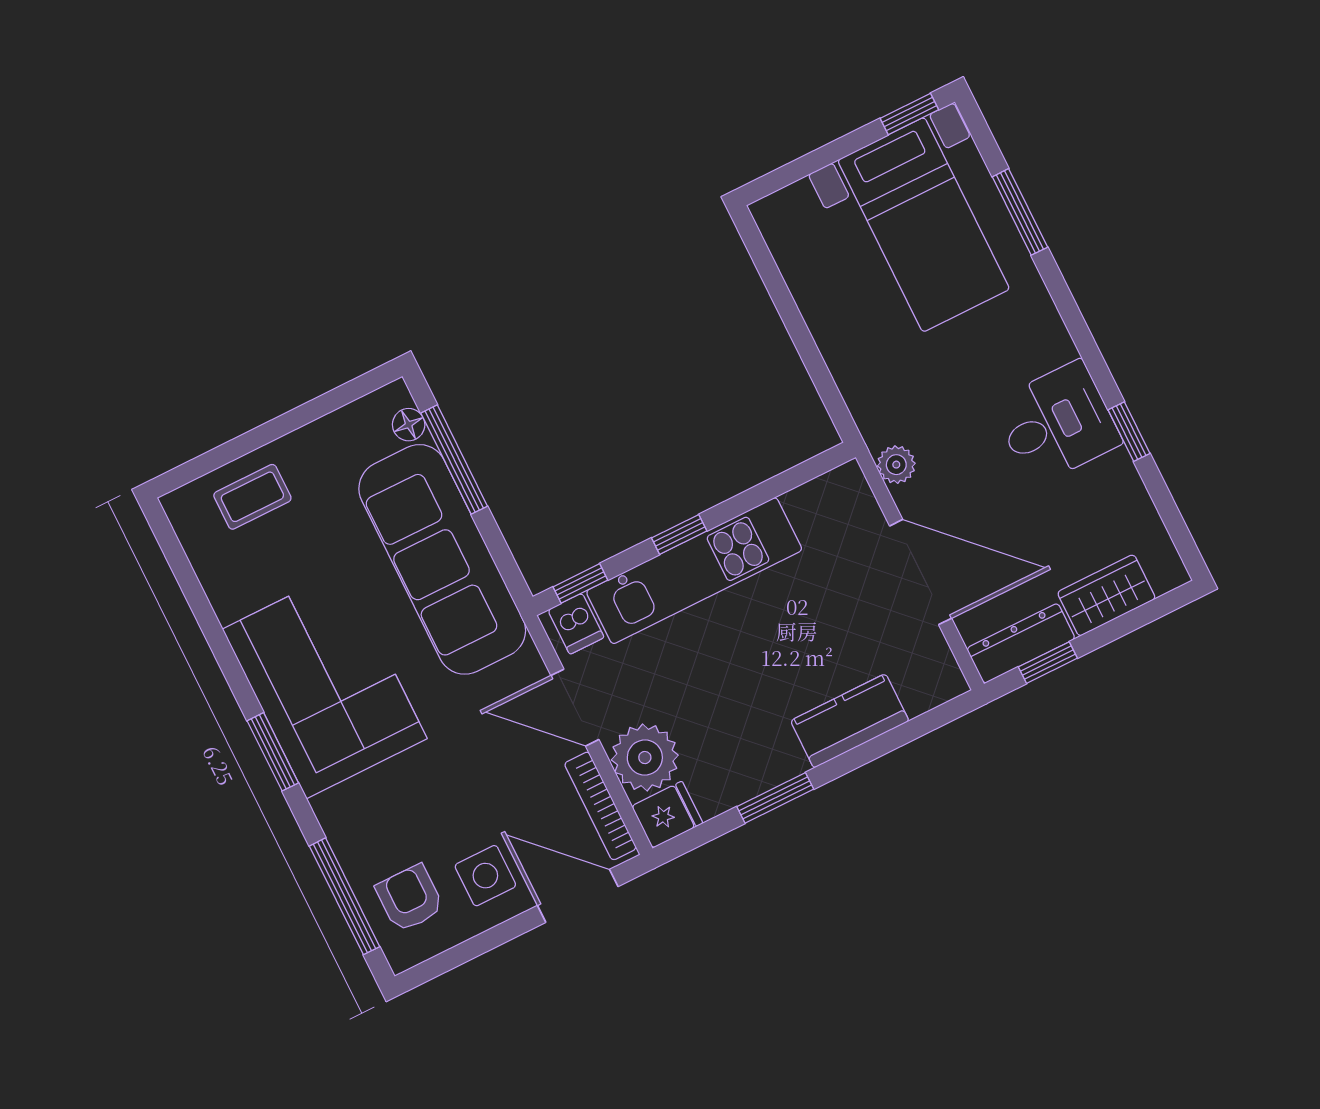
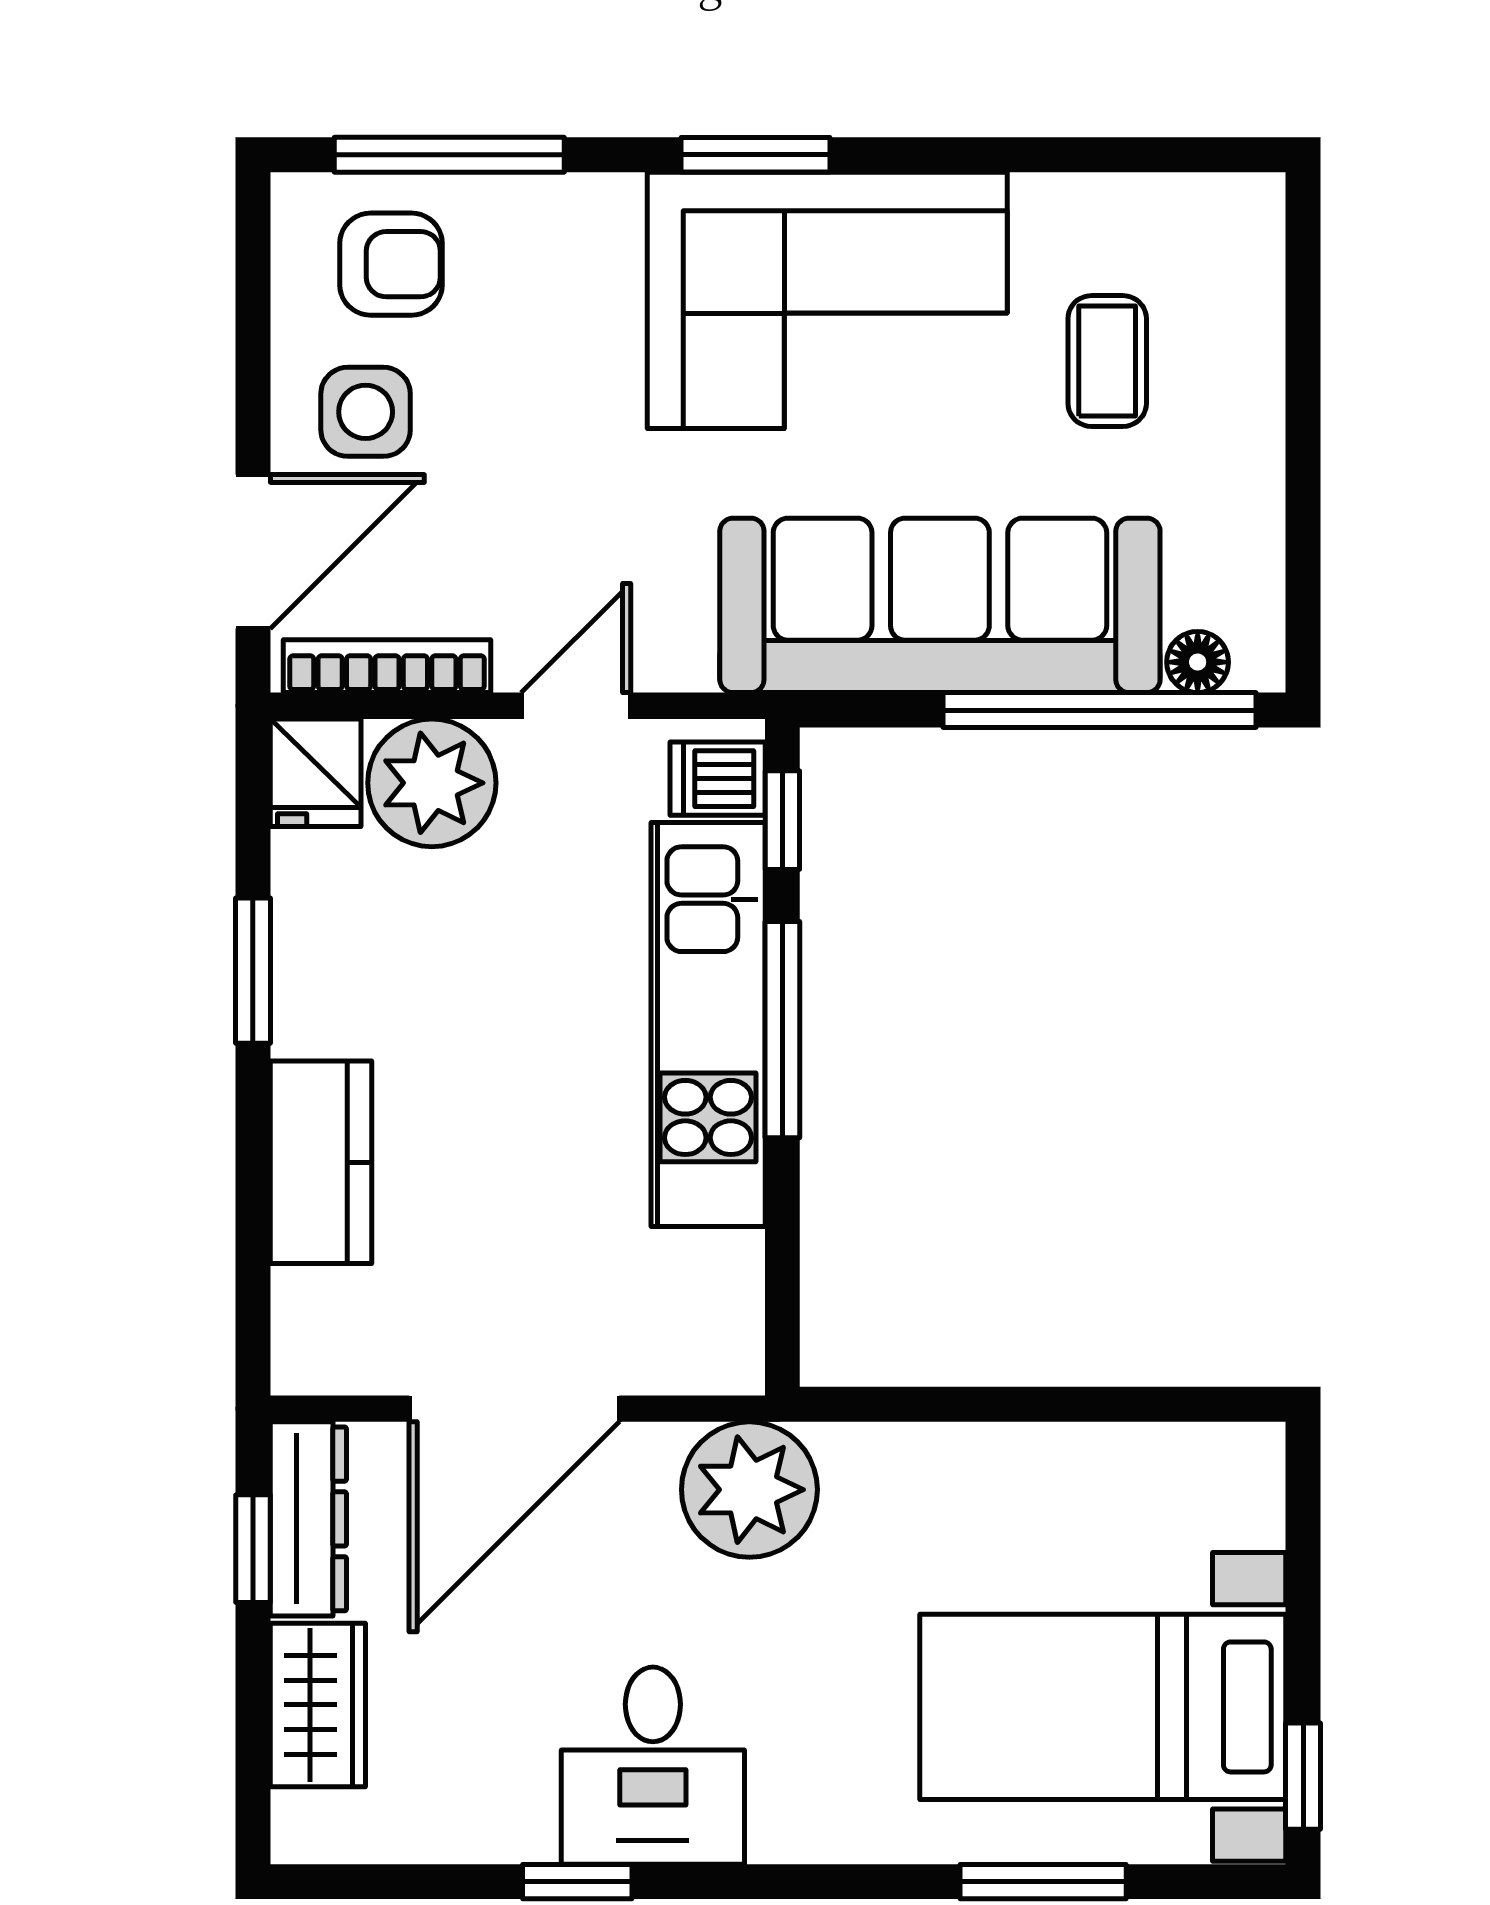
window: (454, 460) -> (1100, 710), width x1.46
plant: (896, 465) -> (749, 1490), width x1.88, depth x1.88
coffee table: (252, 497) -> (1107, 361), moved
window: (679, 534) -> (782, 1030), width x2.17
door: (575, 708) -> (576, 706), width x0.73

